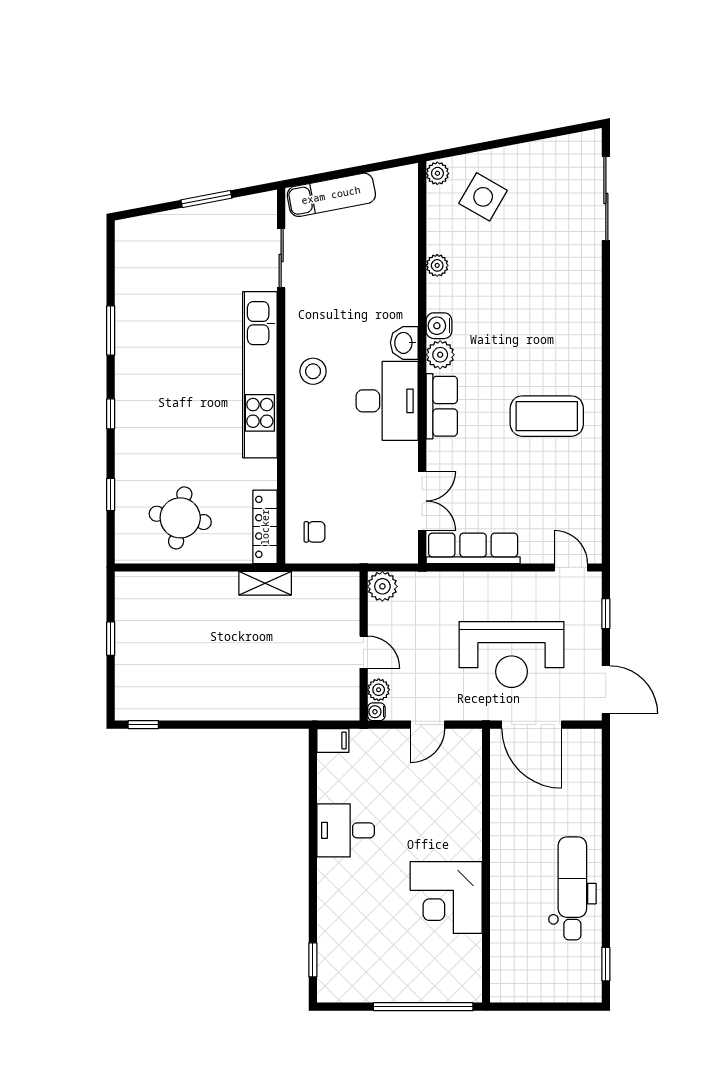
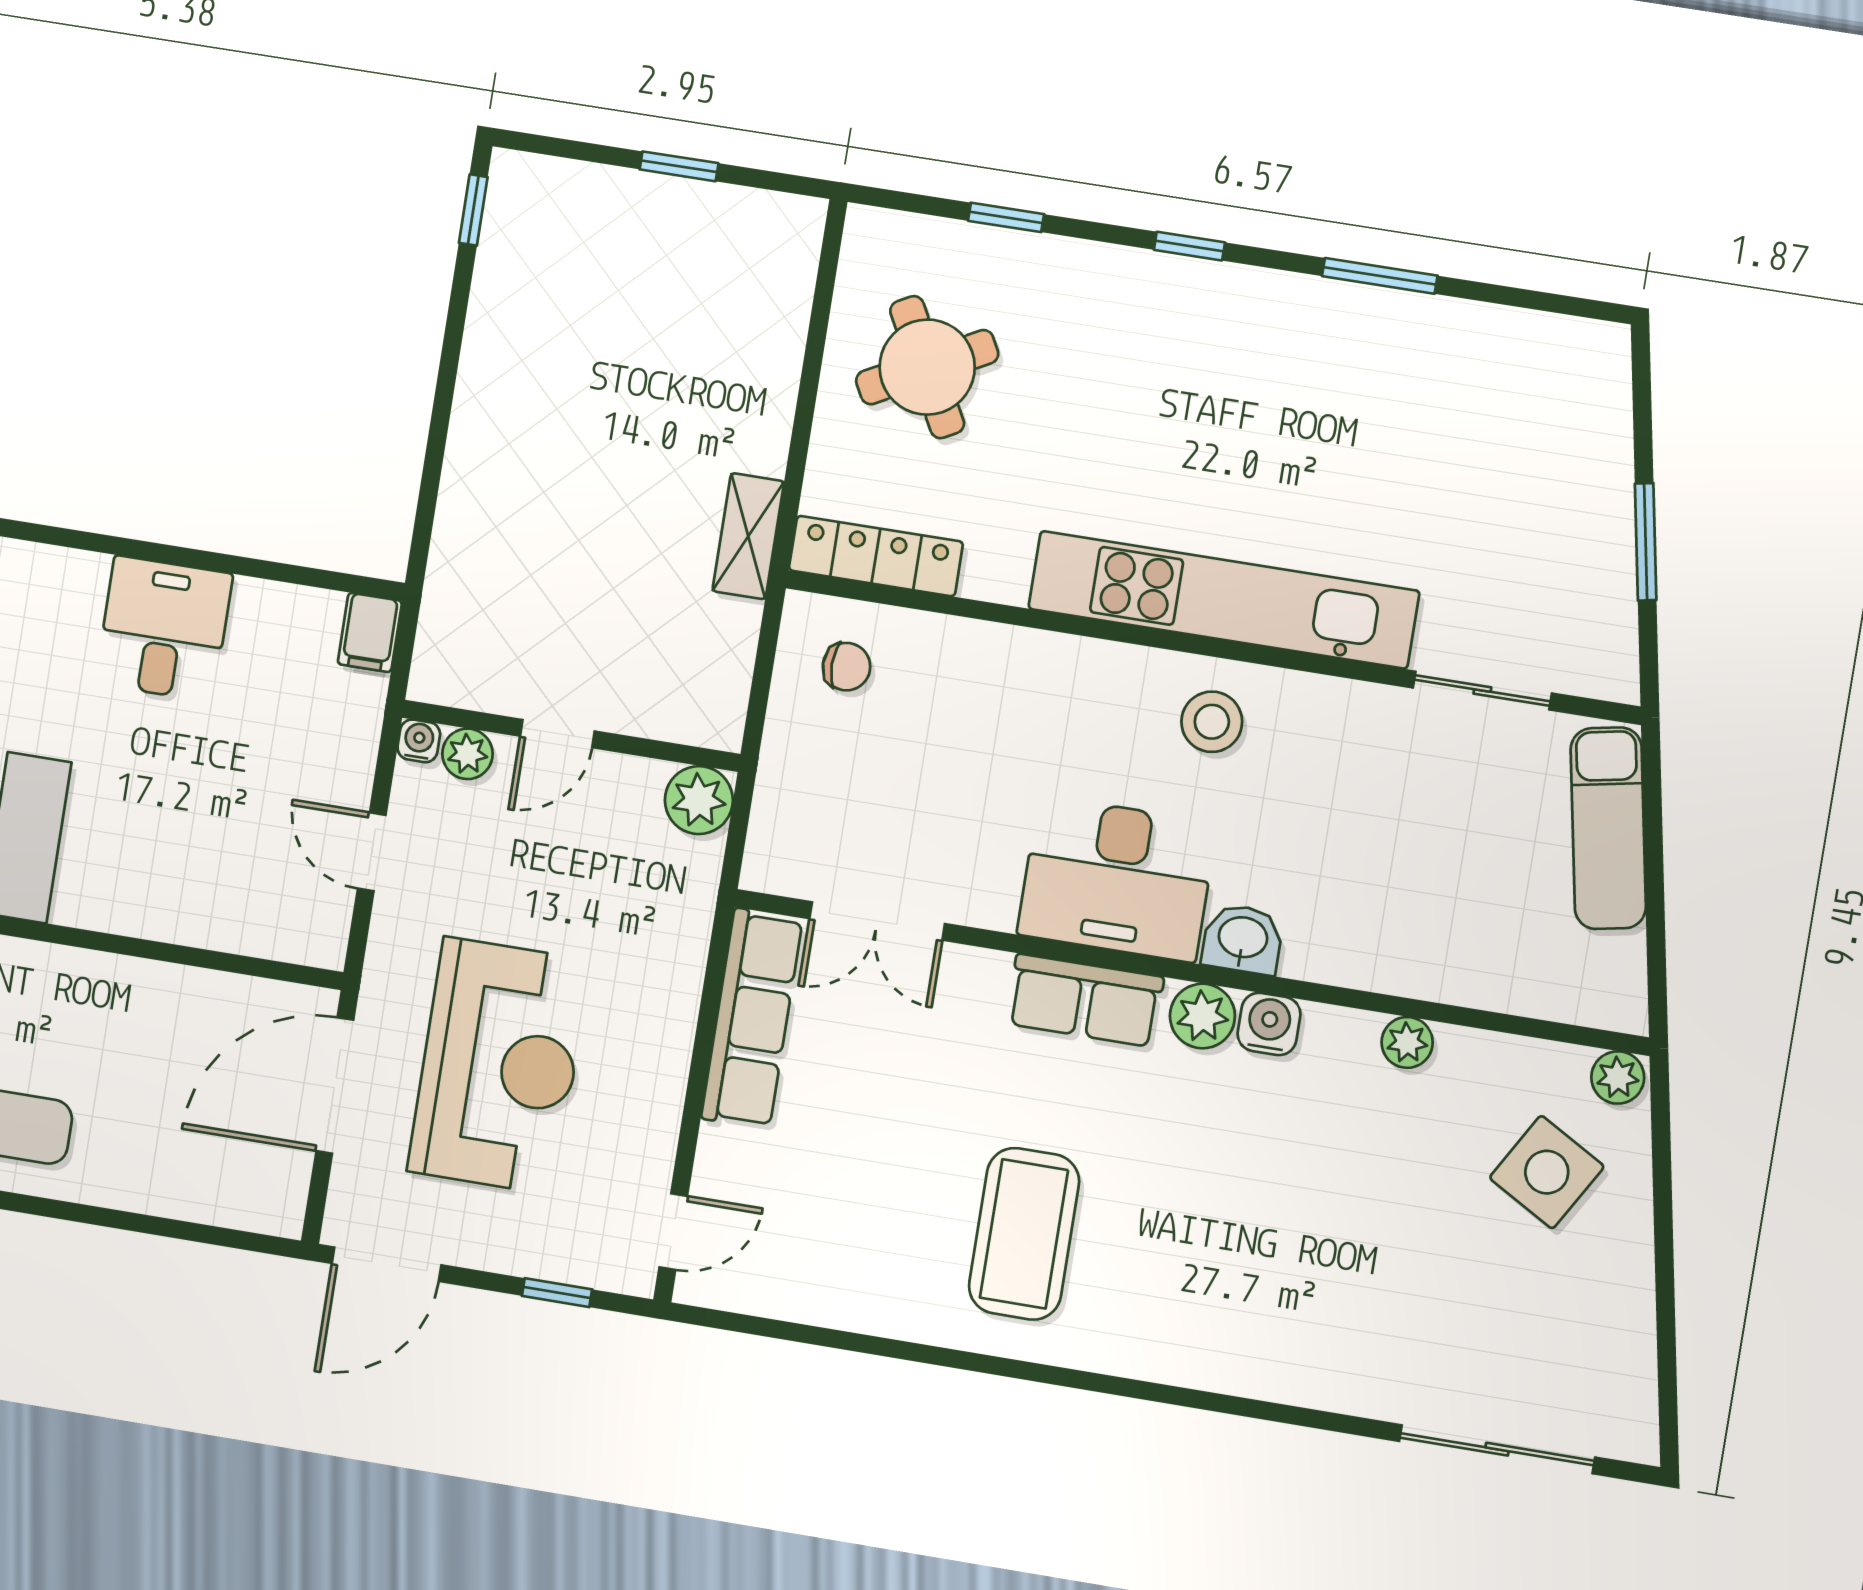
round table: (180, 518) -> (927, 367), turned -38
chair: (315, 532) -> (846, 667), turned -90
reception desk: (512, 655) -> (499, 1066), turned 180

